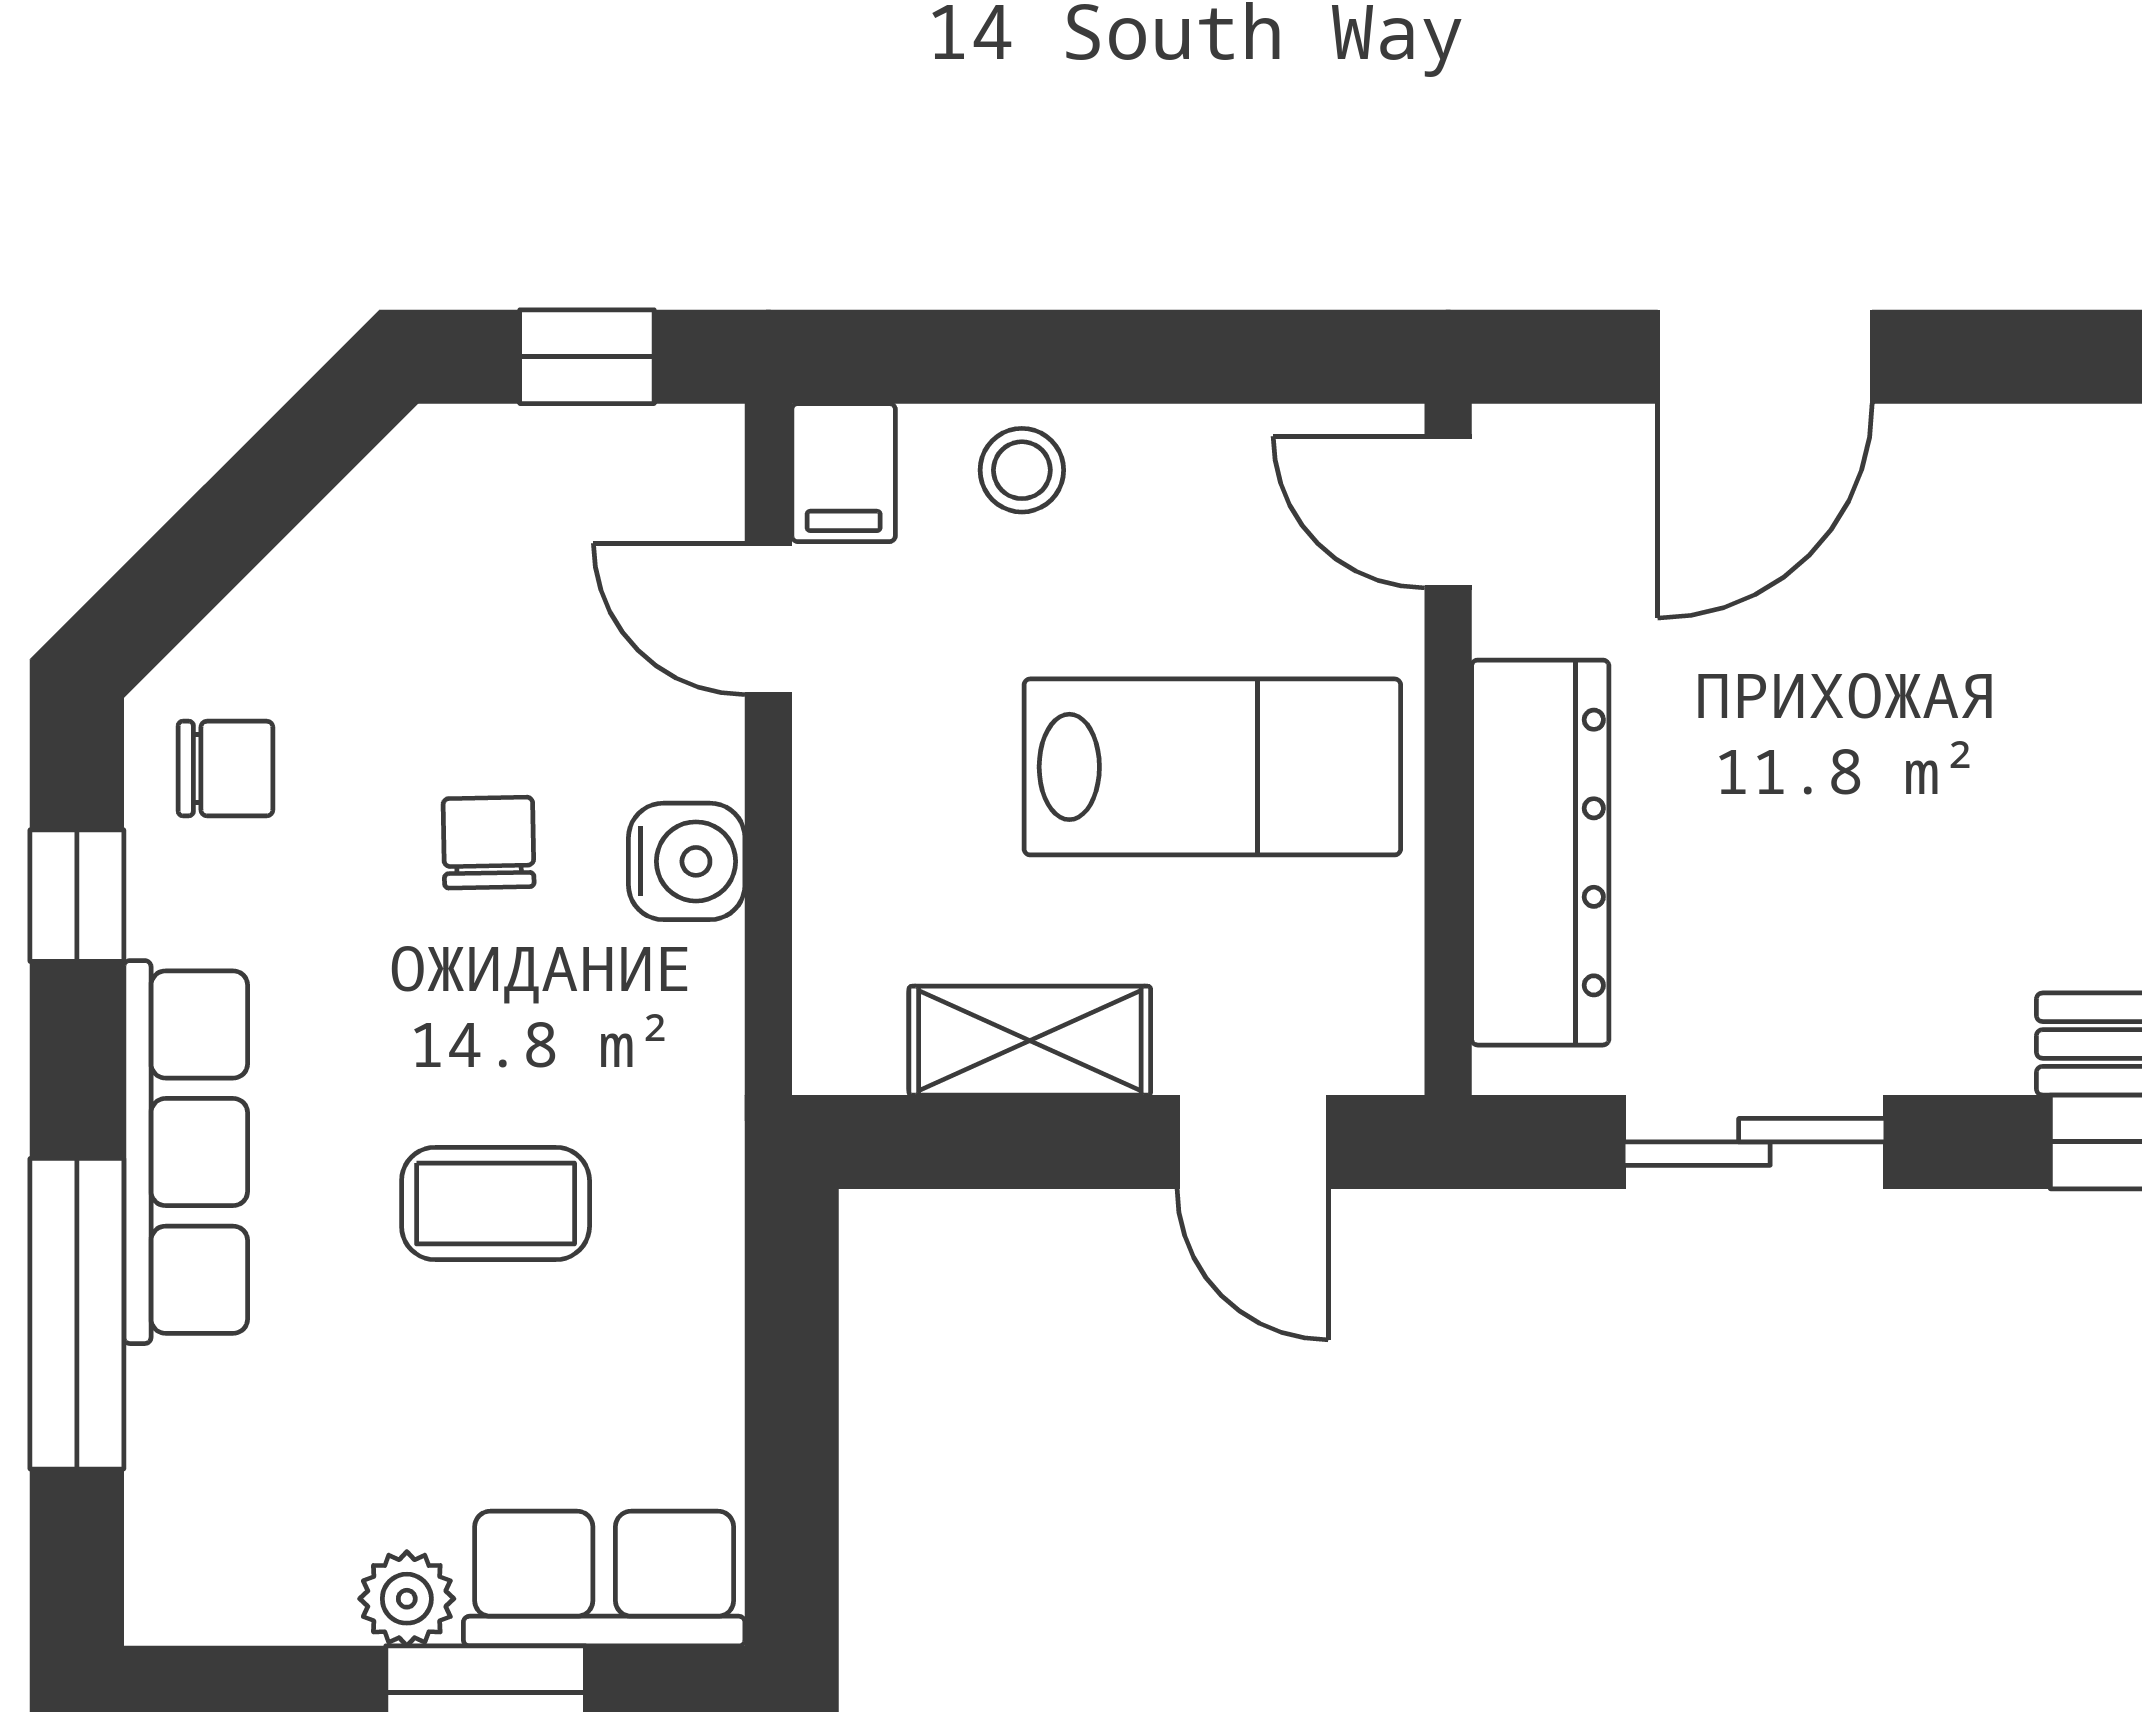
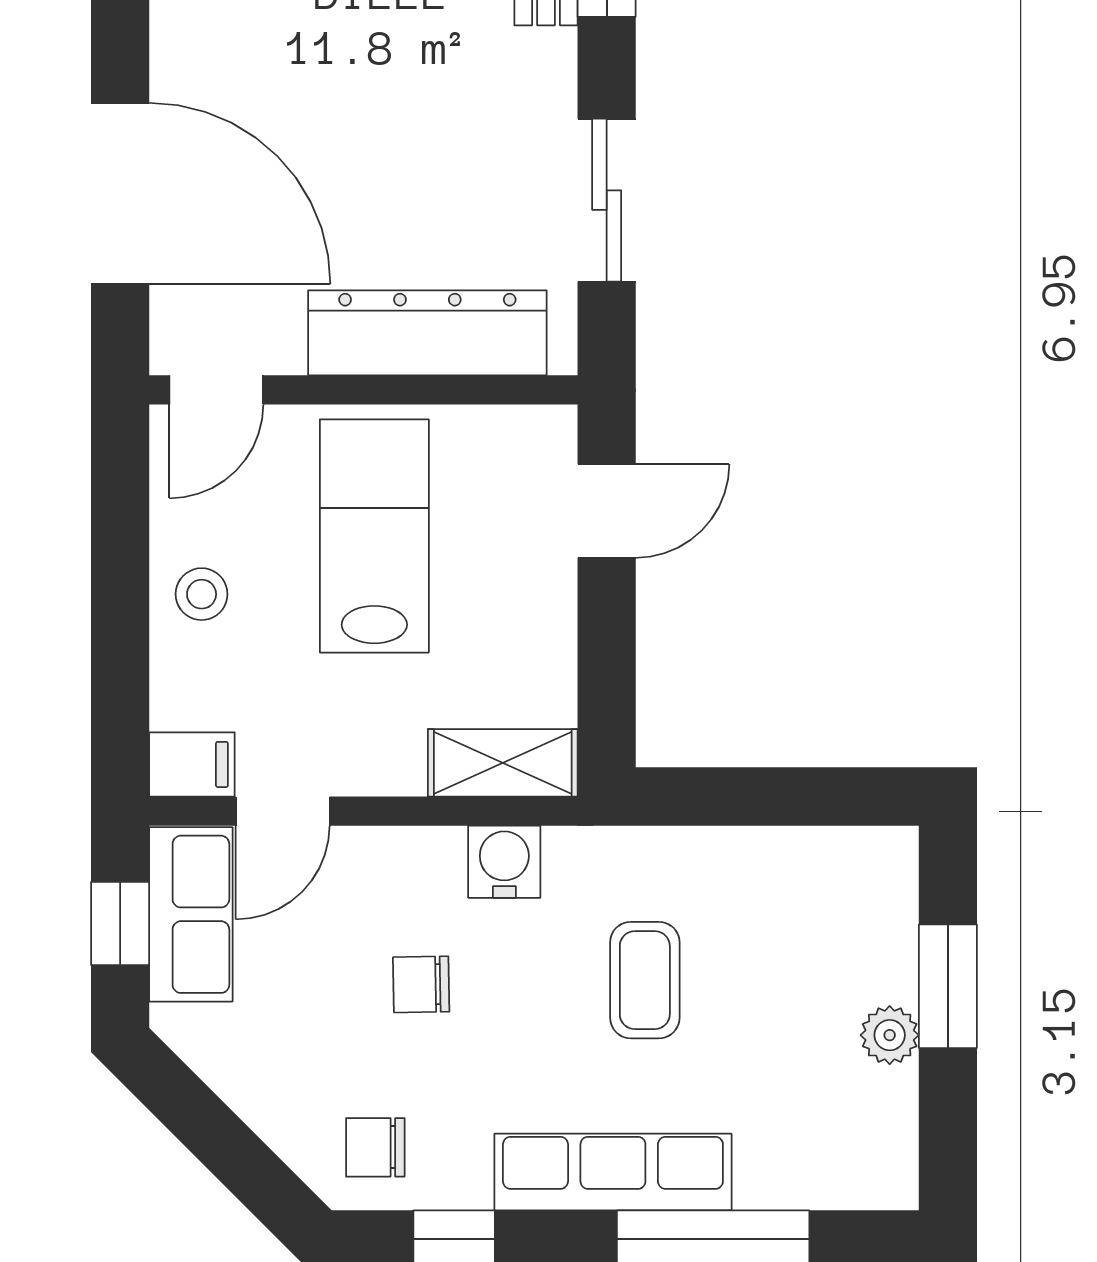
door: (1765, 357) -> (120, 194), width x1.36
stool: (1022, 470) -> (202, 594), moved
chair: (226, 769) -> (375, 1147), turned -90
water cooler: (687, 861) -> (504, 862), moved
shelving: (1030, 1041) -> (503, 763), moved, turned 90
row of seats: (604, 1579) -> (191, 914), moved, turned 180

